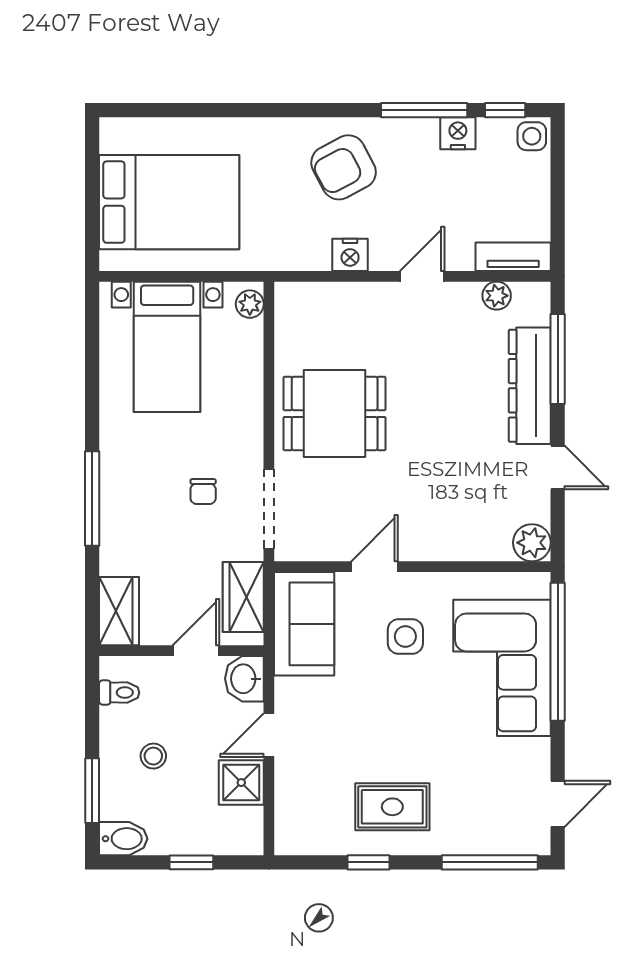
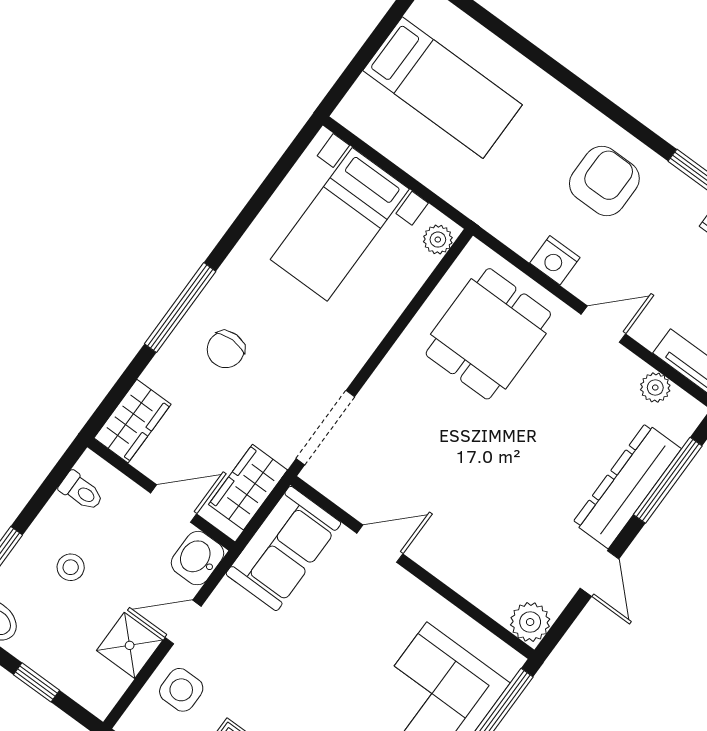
armchair: (344, 167) -> (604, 181), turned 118
bed: (169, 202) -> (443, 88), width x0.67
dining table: (335, 414) -> (488, 334), moved, turned 90
chair: (203, 492) -> (226, 349), moved, width x1.37, depth x1.37
side table: (405, 636) -> (181, 690), moved

